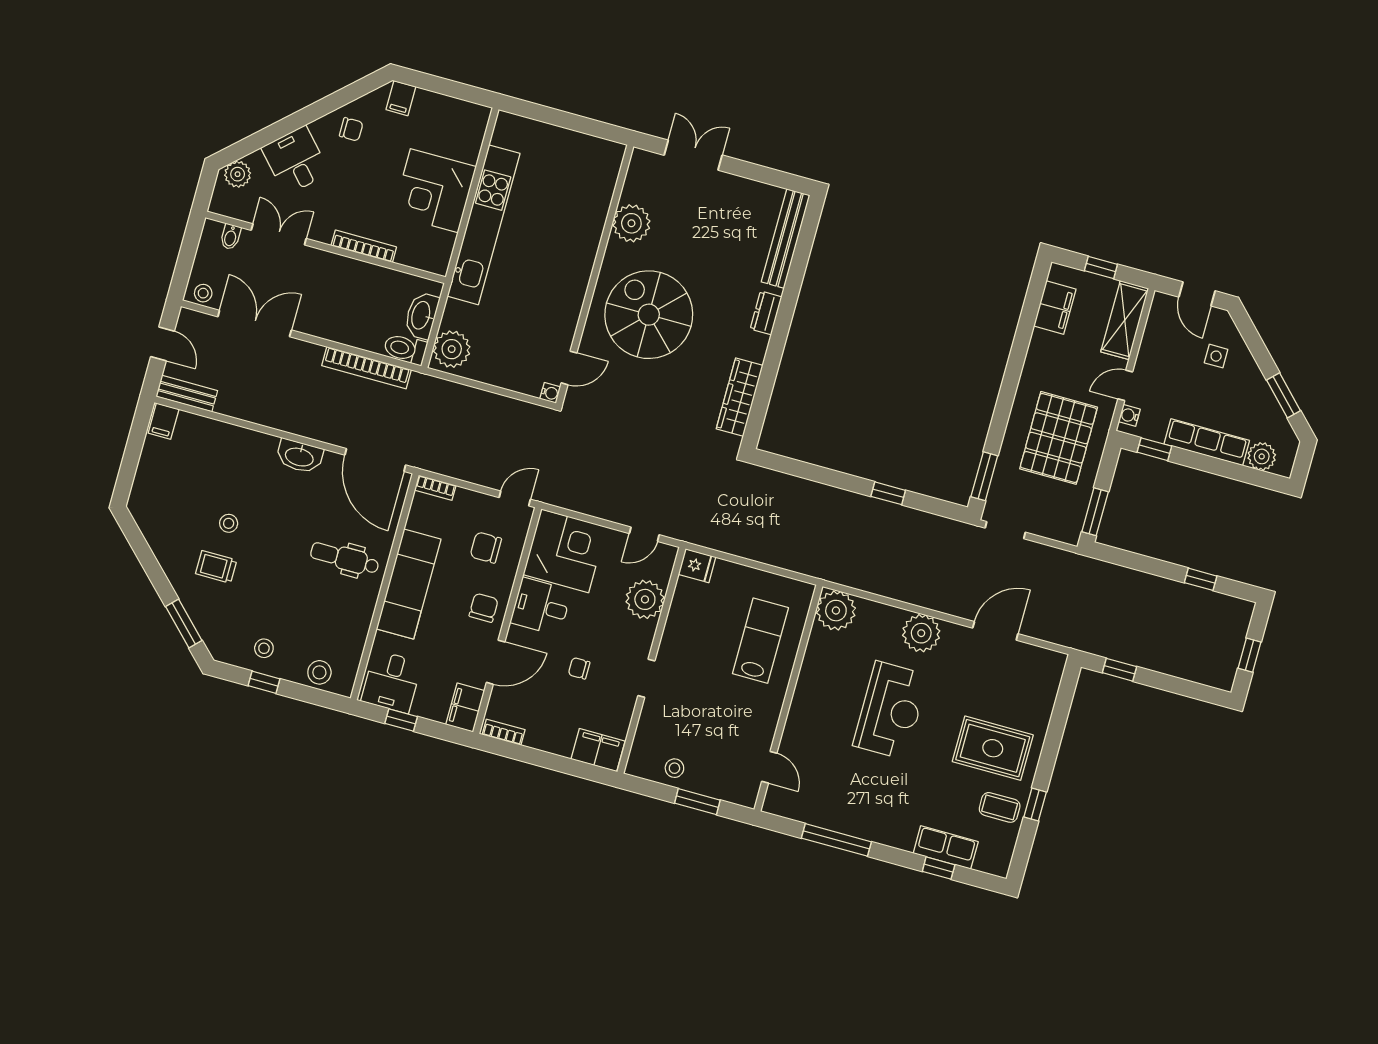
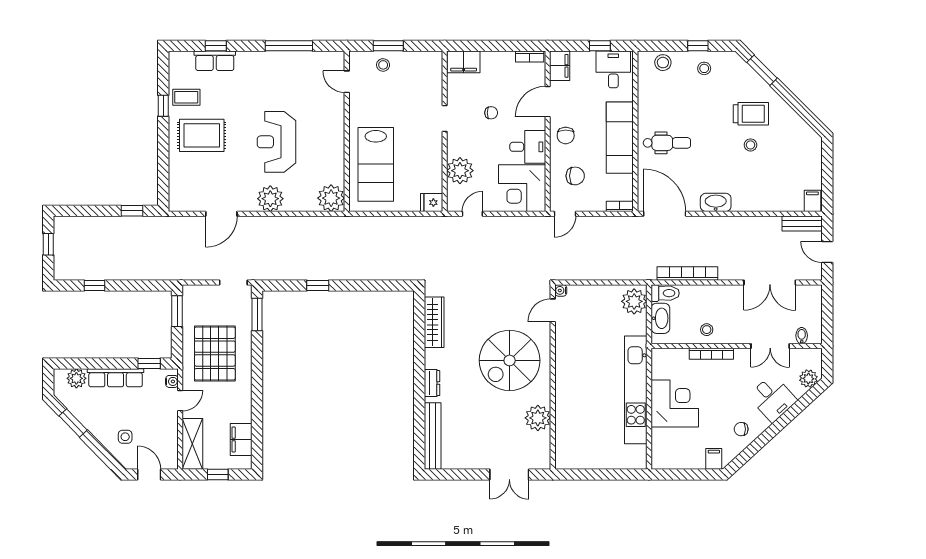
stool: (203, 293) -> (707, 330), moved
spiral stairs: (649, 315) -> (510, 360), turned 90
trolley: (216, 567) -> (751, 114), width x1.36, depth x1.39
lab bench: (760, 641) -> (376, 164), width x1.36, depth x1.39
stool: (674, 768) -> (383, 65), moved

